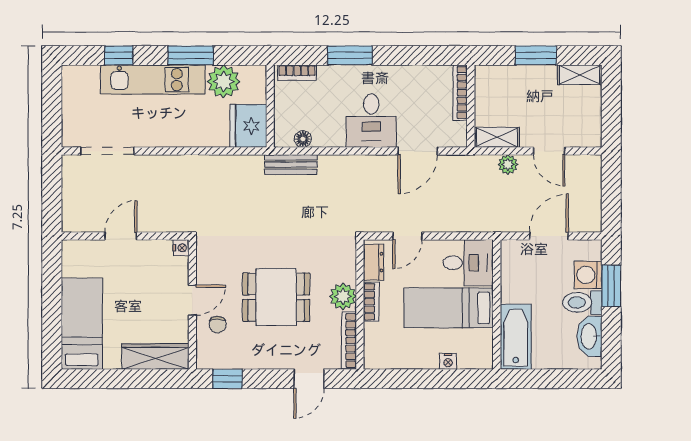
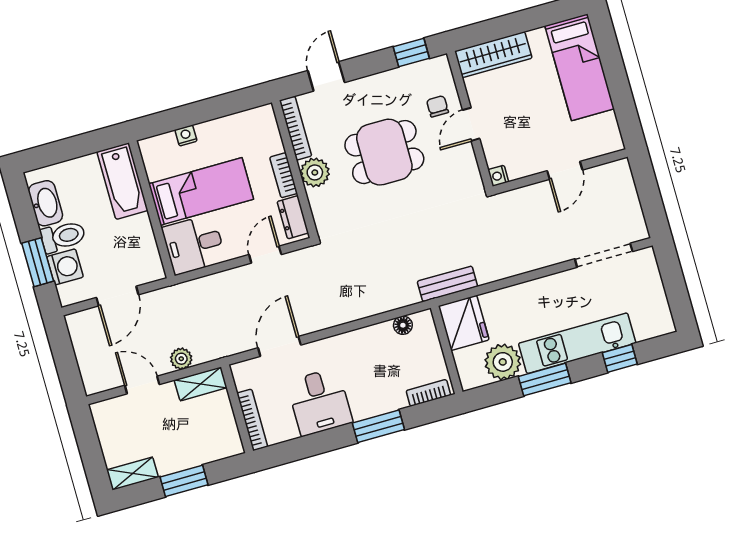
desk: (371, 121) -> (320, 402), moved, turned 180
bench: (291, 165) -> (447, 284), moved

